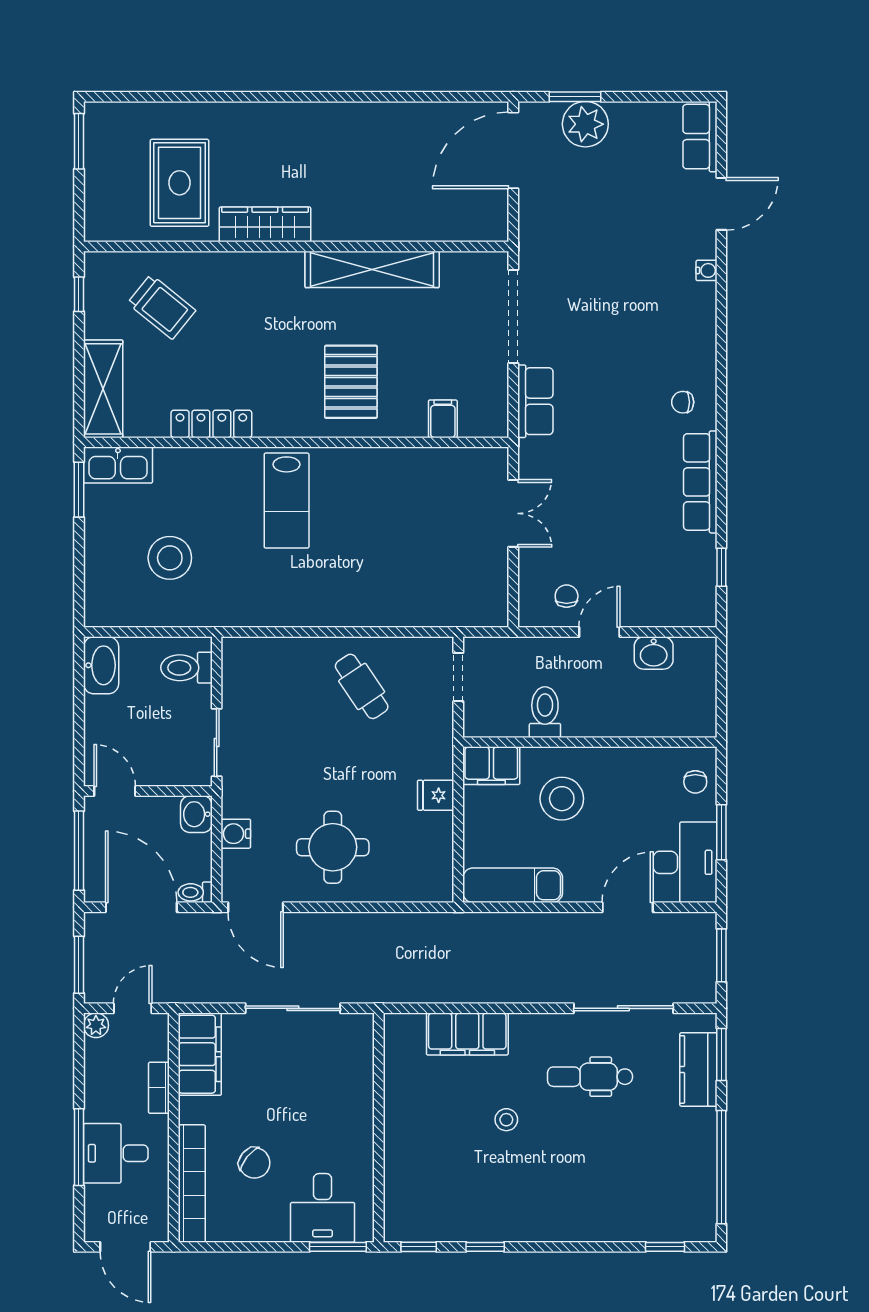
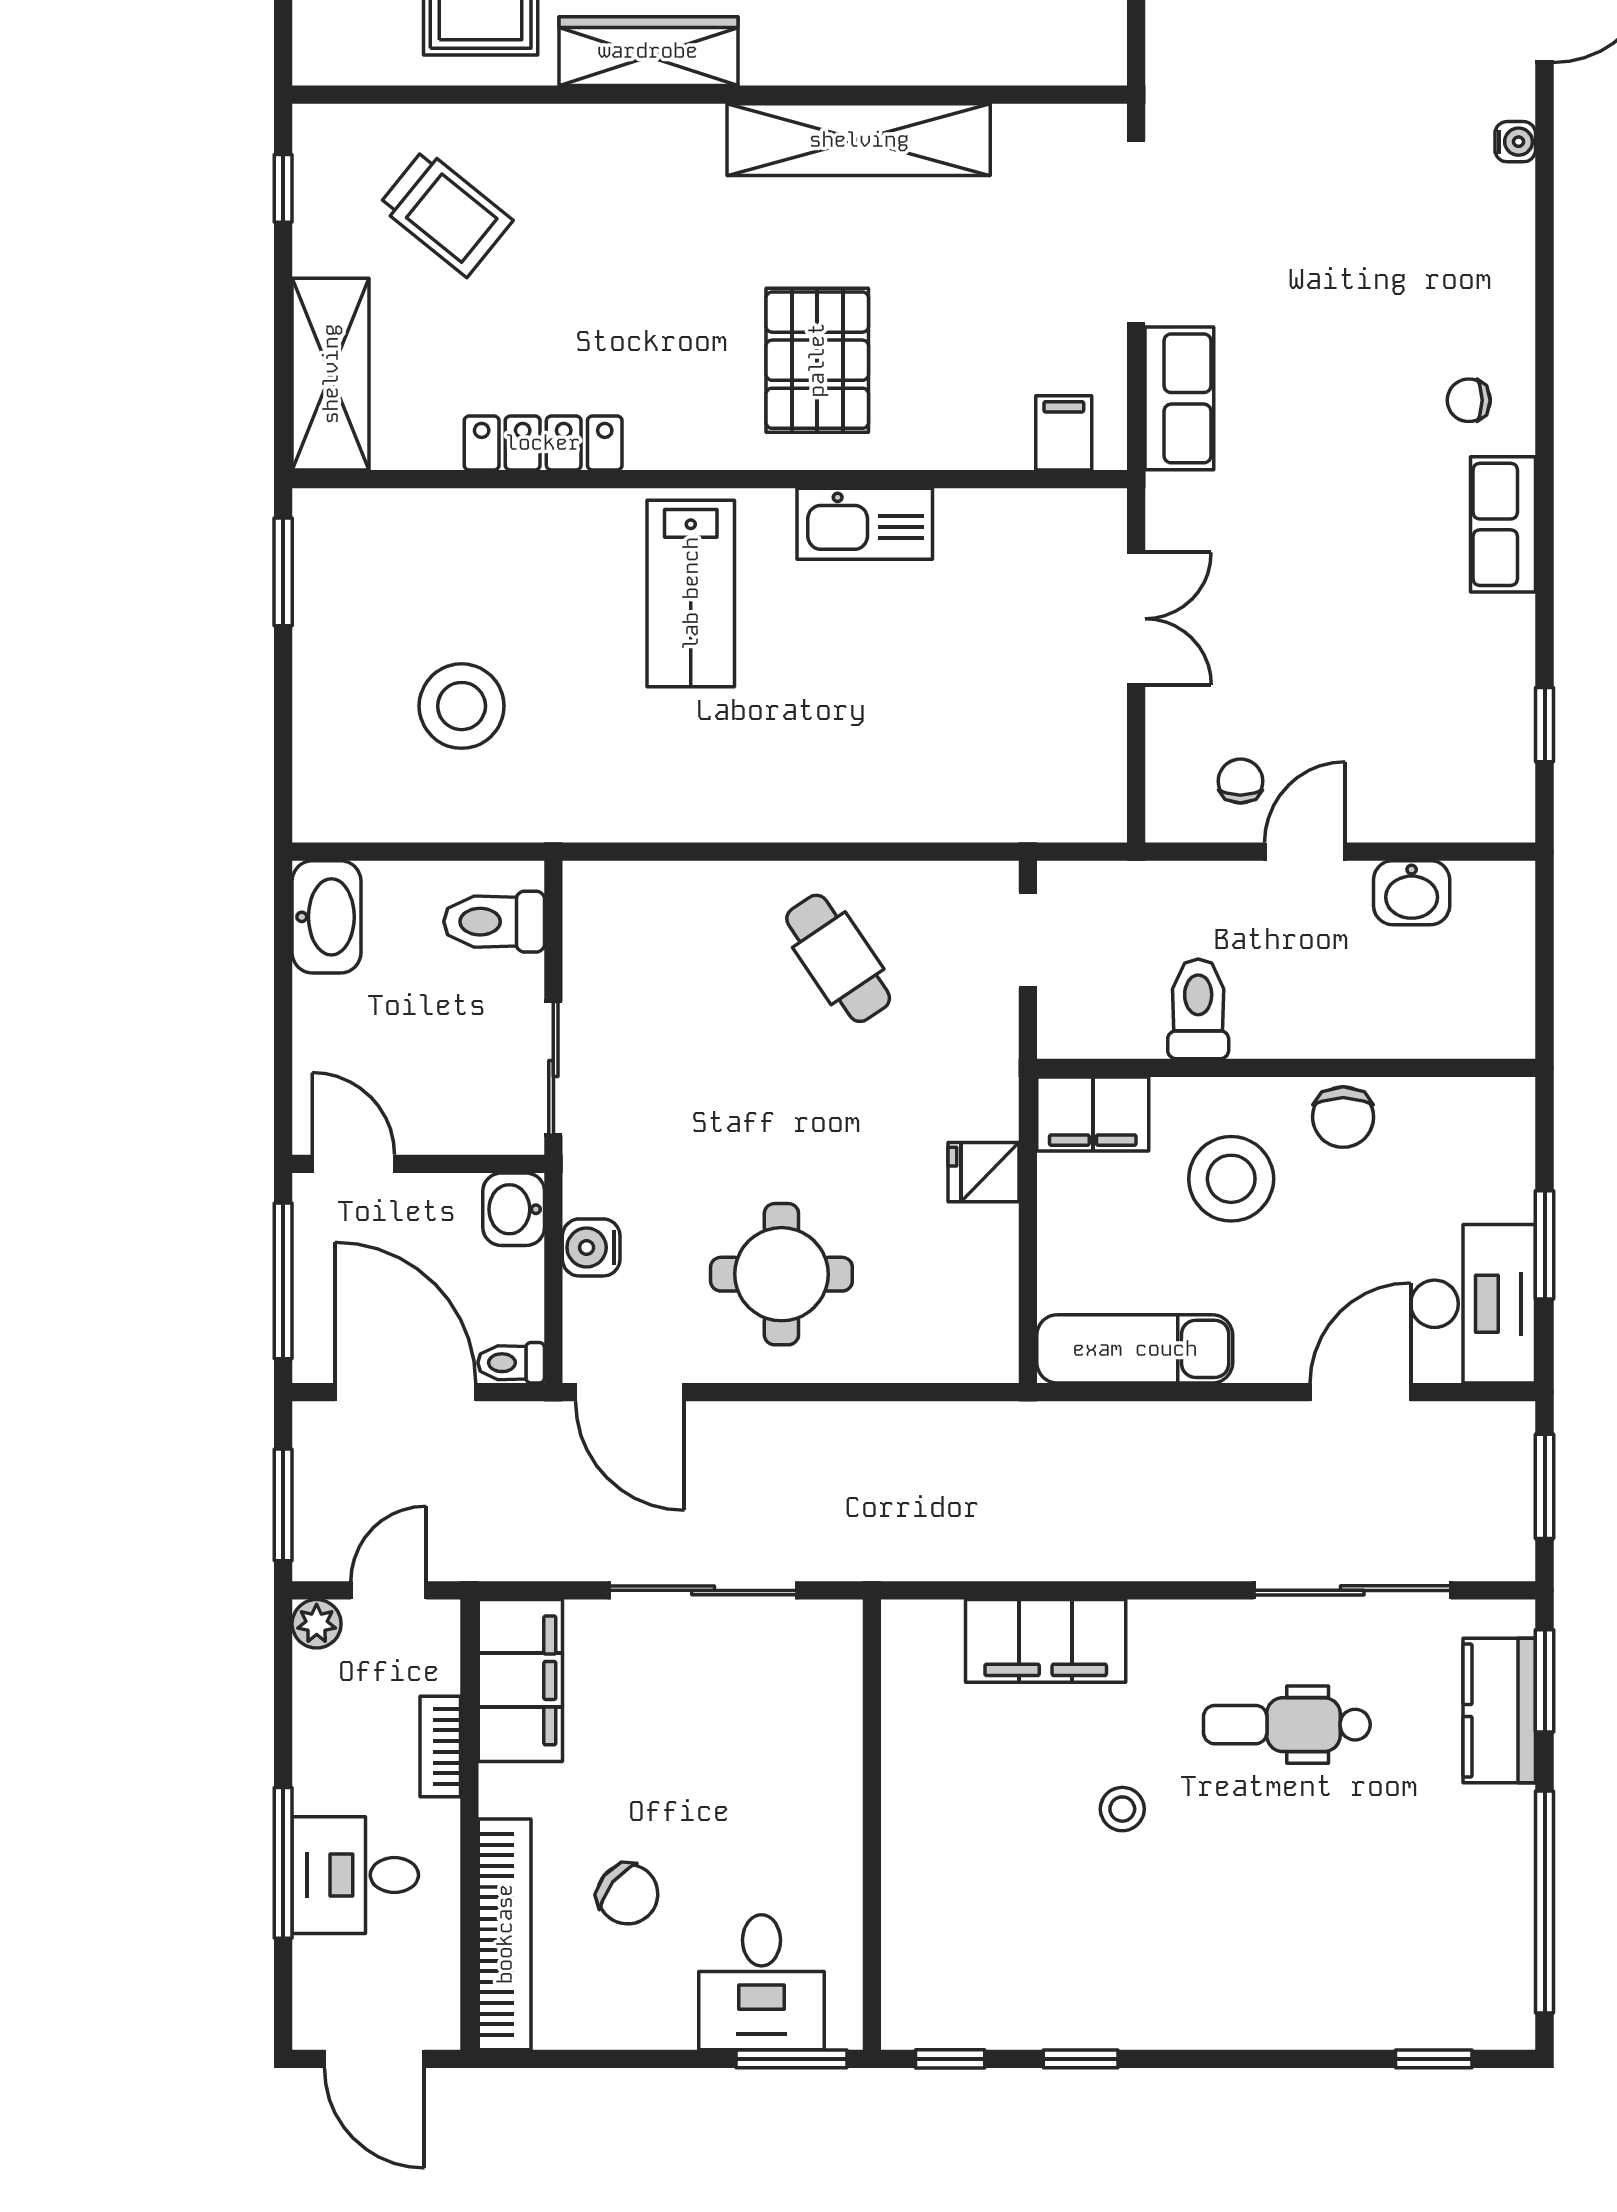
filing cabinet: (443, 419) -> (1064, 433), moved
kitchen sink: (118, 465) -> (865, 524), moved
row of seats: (700, 482) -> (1503, 524), width x0.68
chair: (695, 782) -> (1343, 1117), moved, width x1.37, depth x1.37

